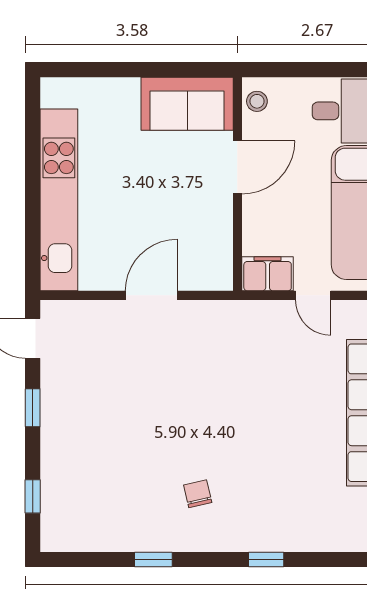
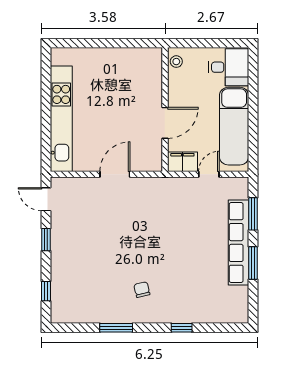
sofa: (187, 104) -> (136, 63), removed
door: (237, 167) -> (165, 123), moved
door: (313, 295) -> (209, 174), swing flipped
window: (153, 560) -> (116, 328), width x1.50

